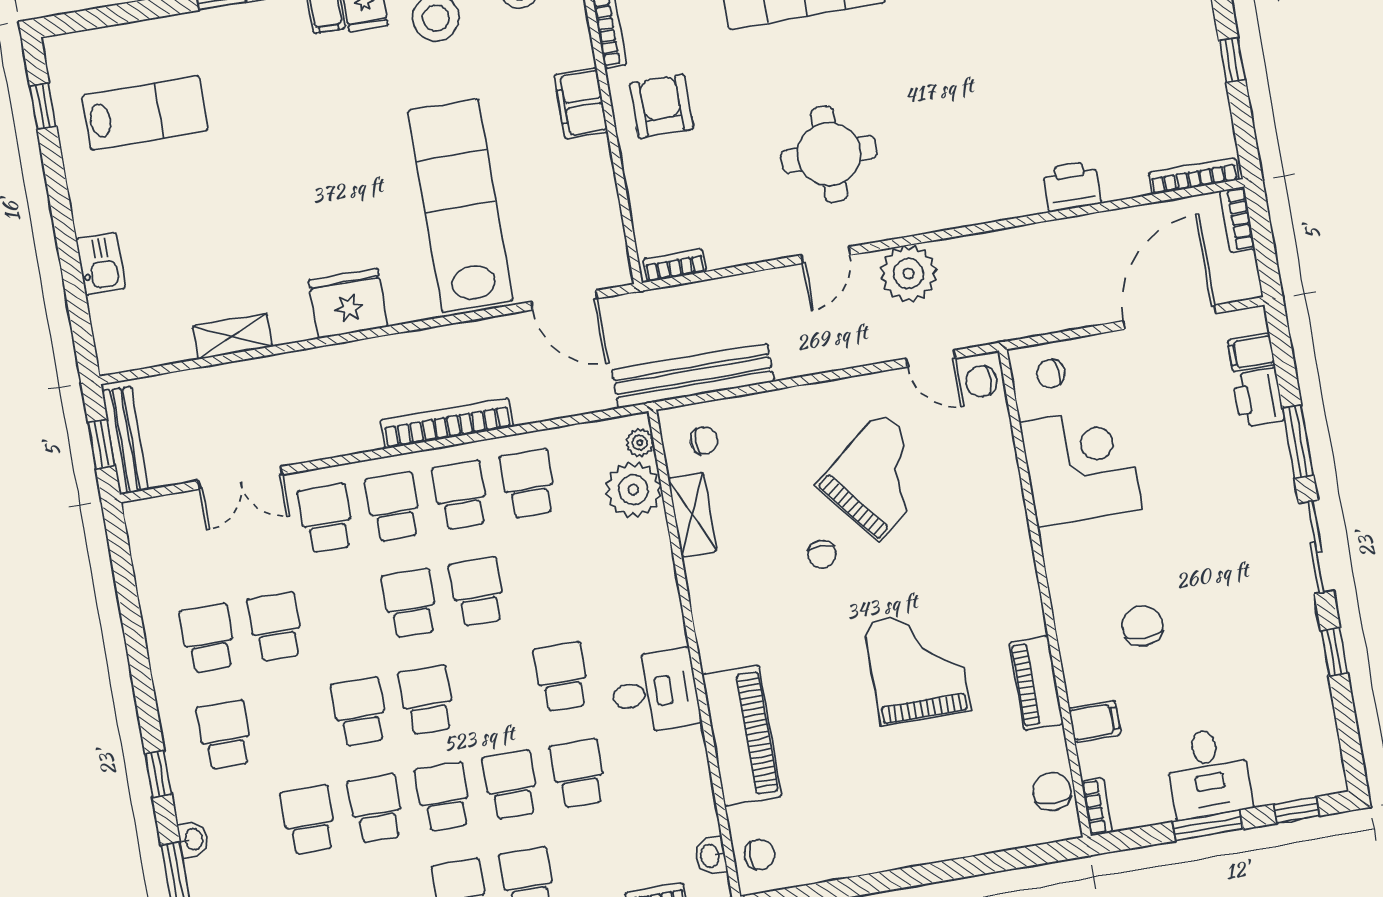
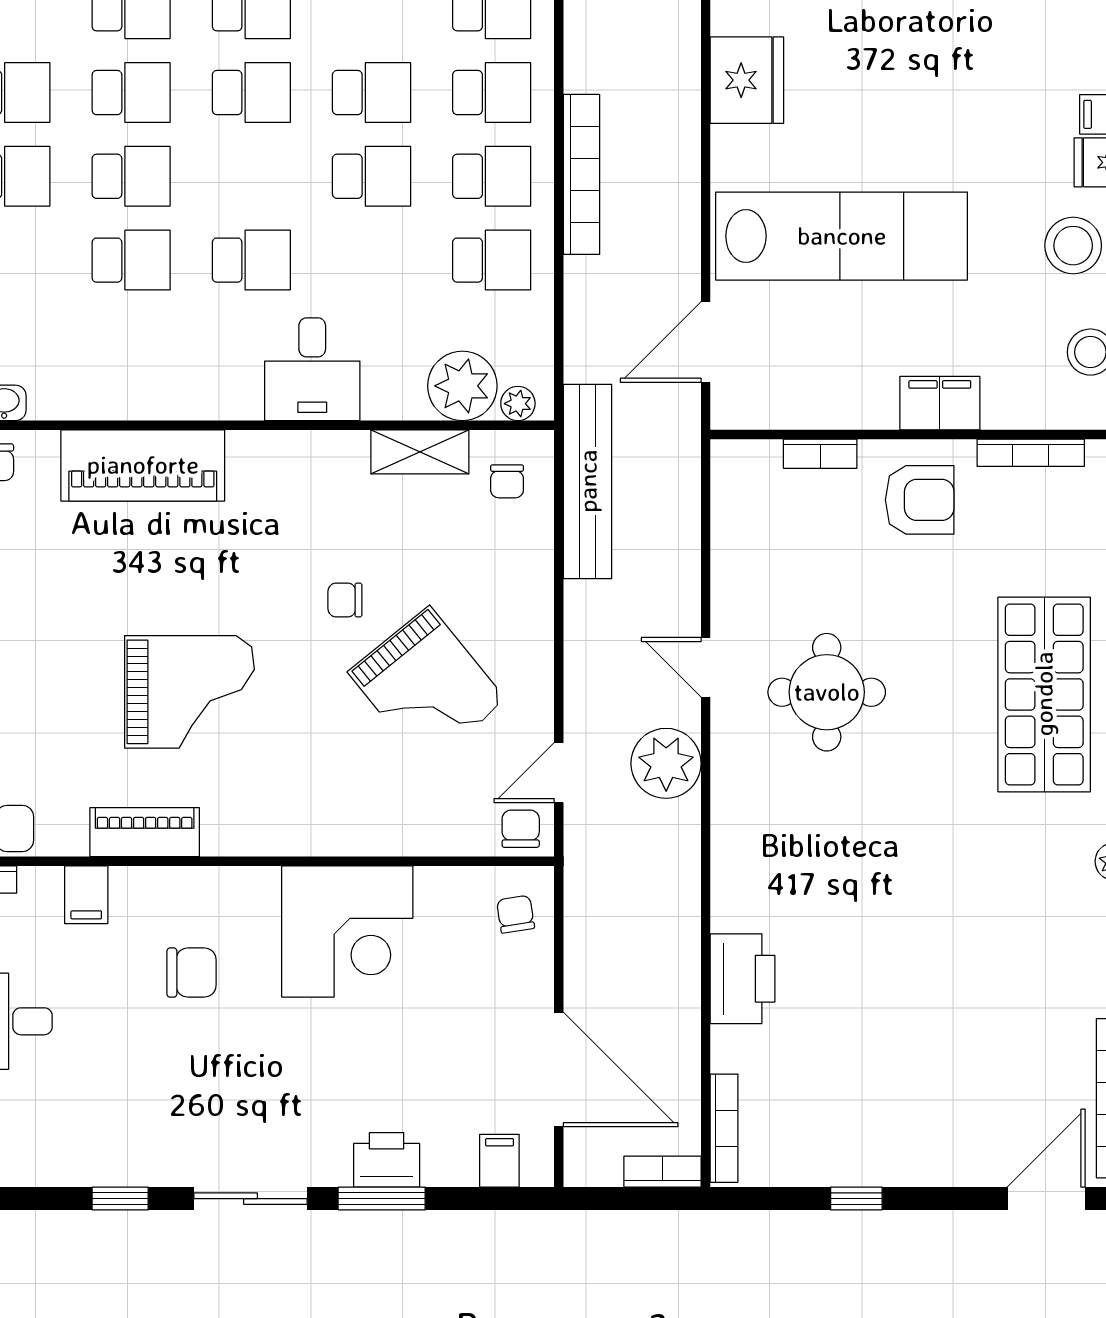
printer: (1072, 186) -> (743, 979), width x1.37, depth x1.19
bookcase: (675, 265) -> (820, 454), moved, turned 90
printer: (1258, 398) -> (387, 1160), moved
corner desk: (1081, 466) -> (347, 931), moved
desk: (654, 692) -> (312, 369), moved

